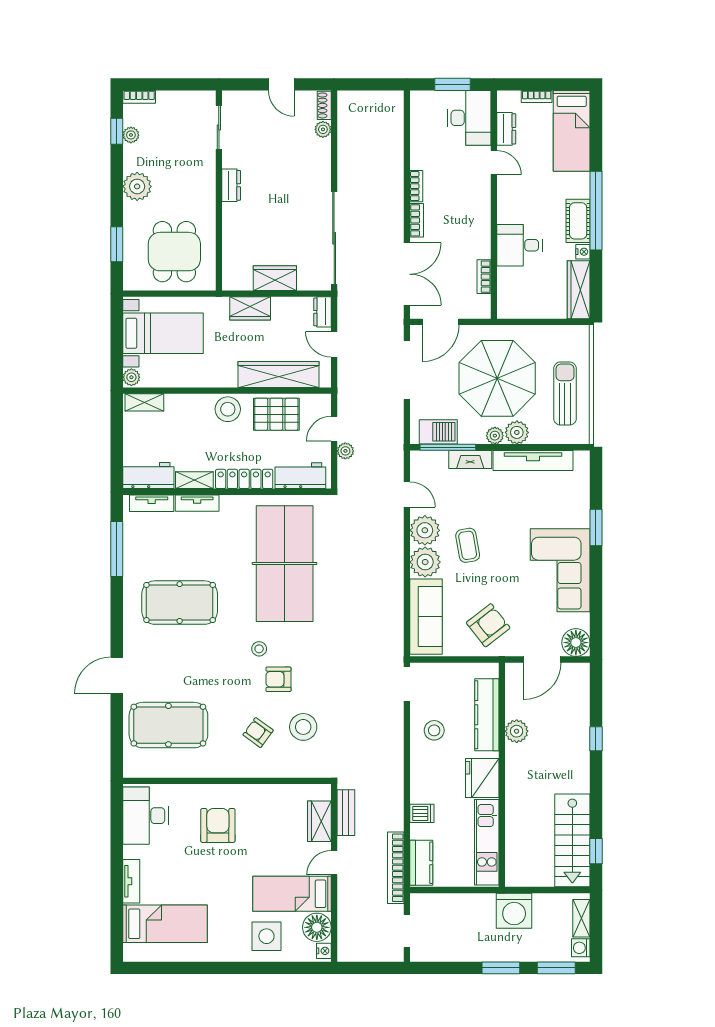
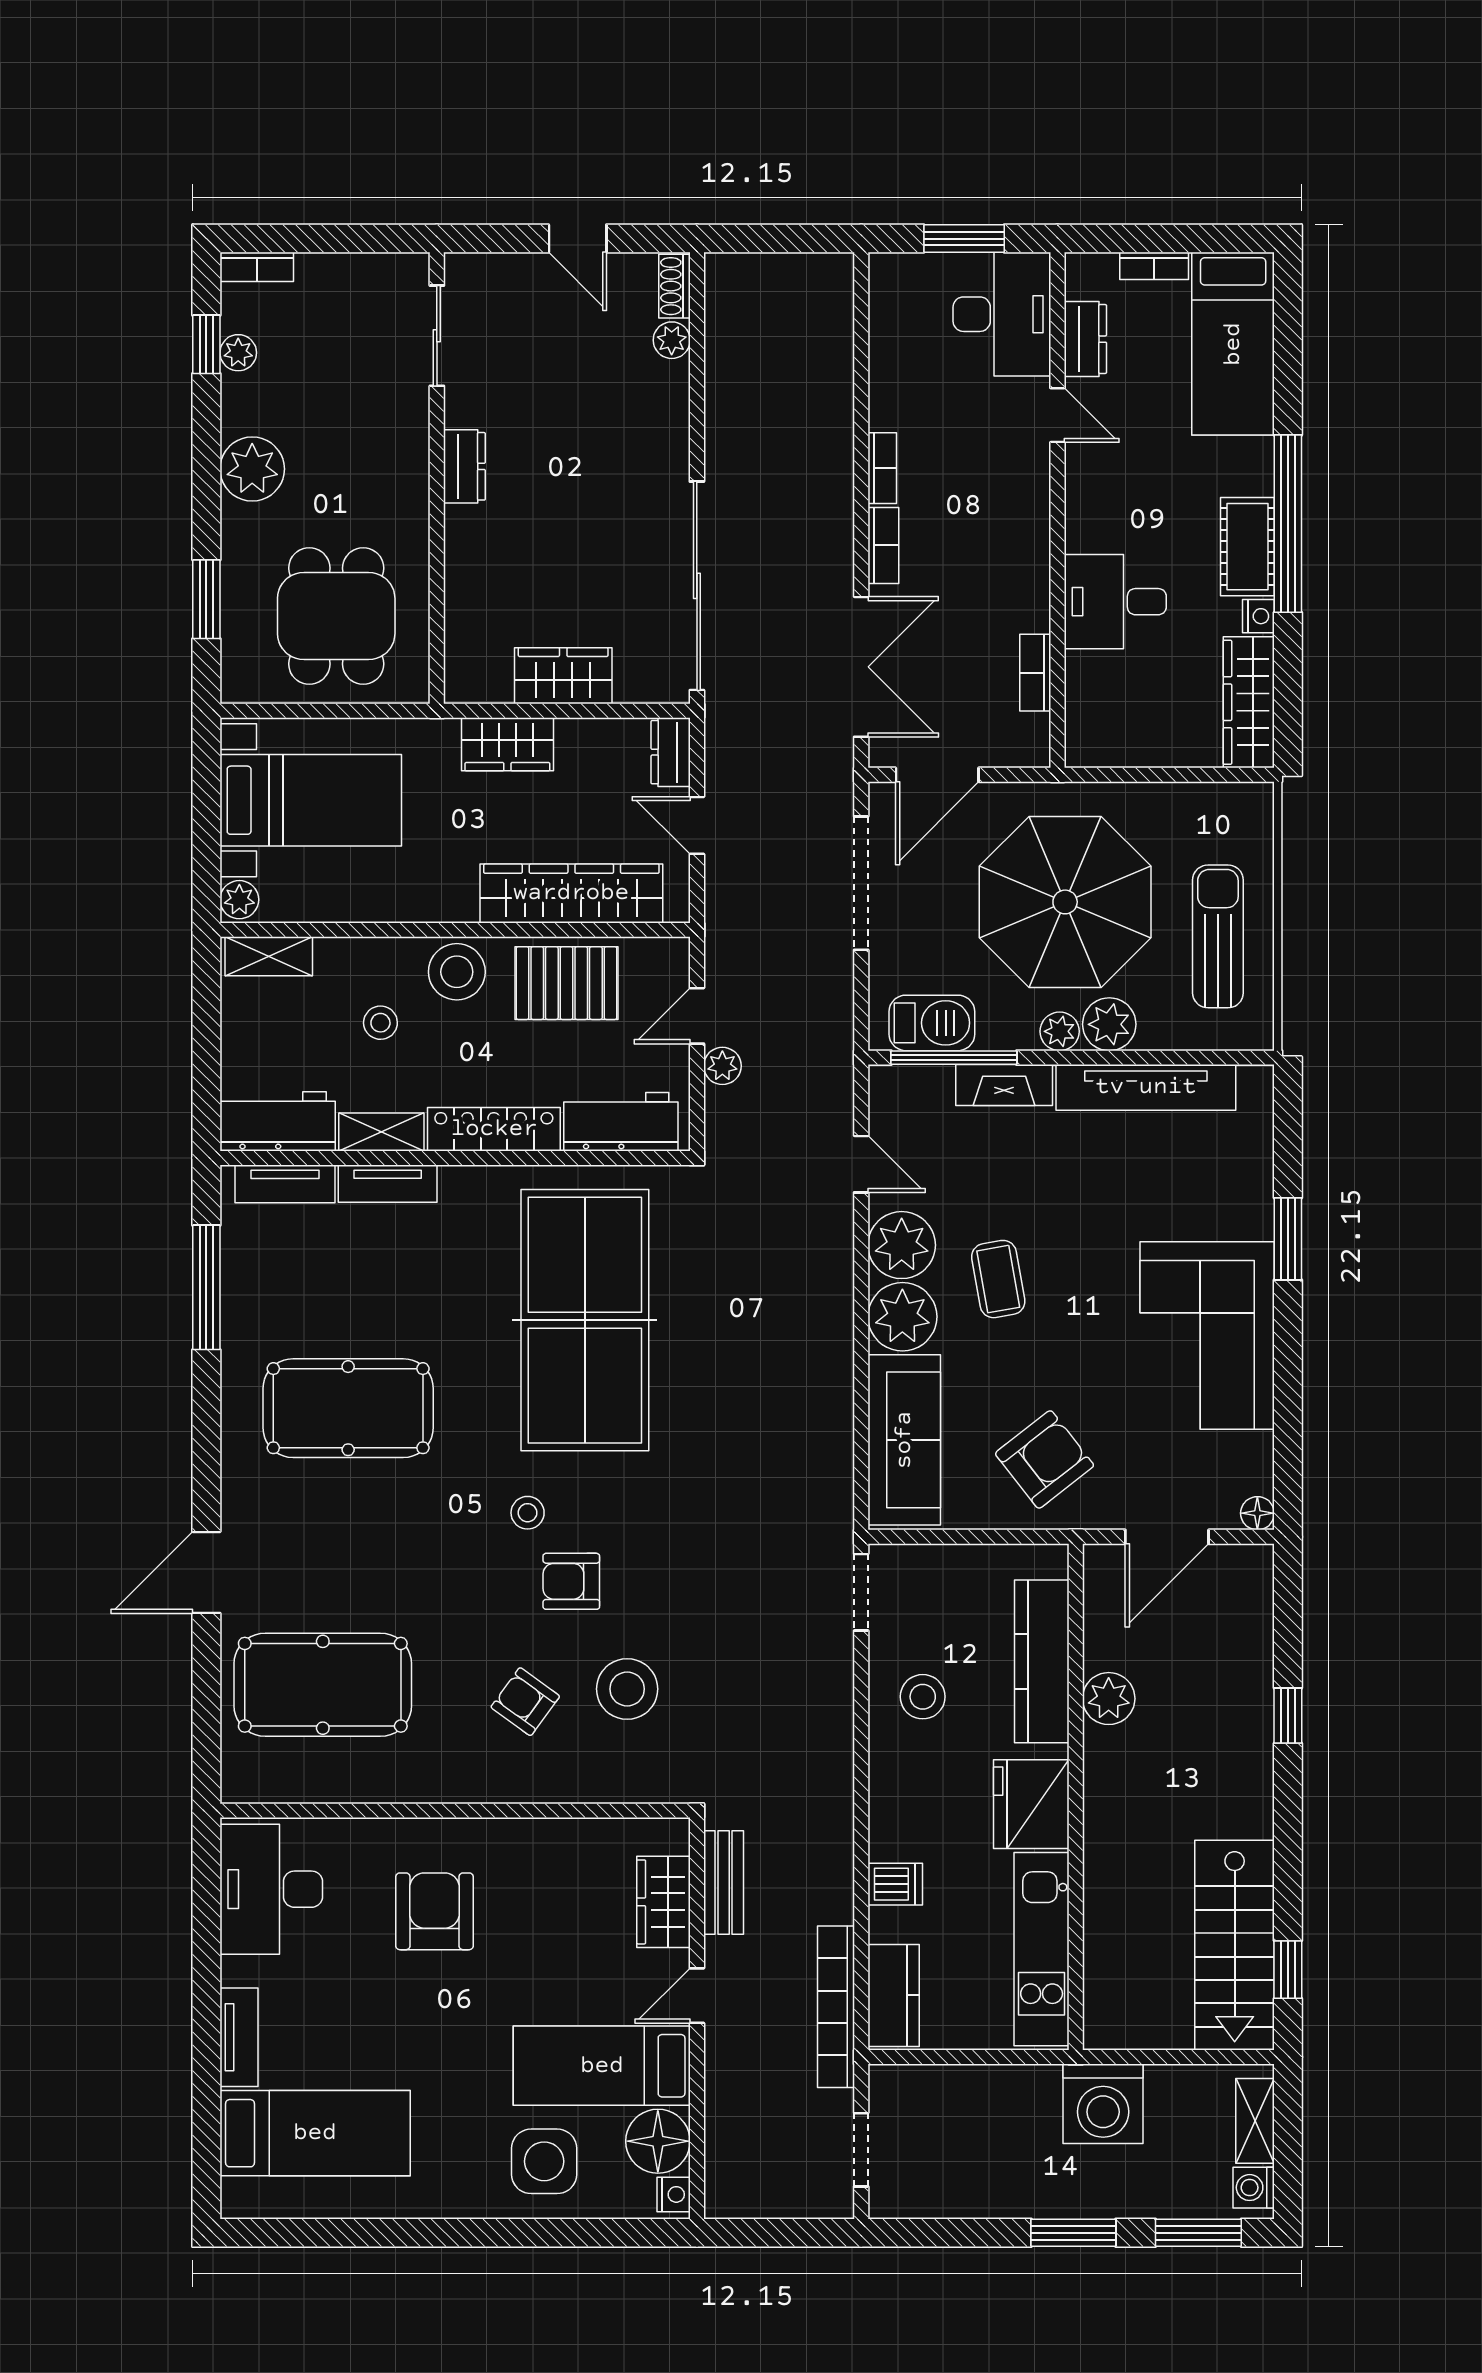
stool: (194, 432) -> (380, 1023), added
floor lamp: (576, 643) -> (1257, 1513), width x0.53, depth x0.53

